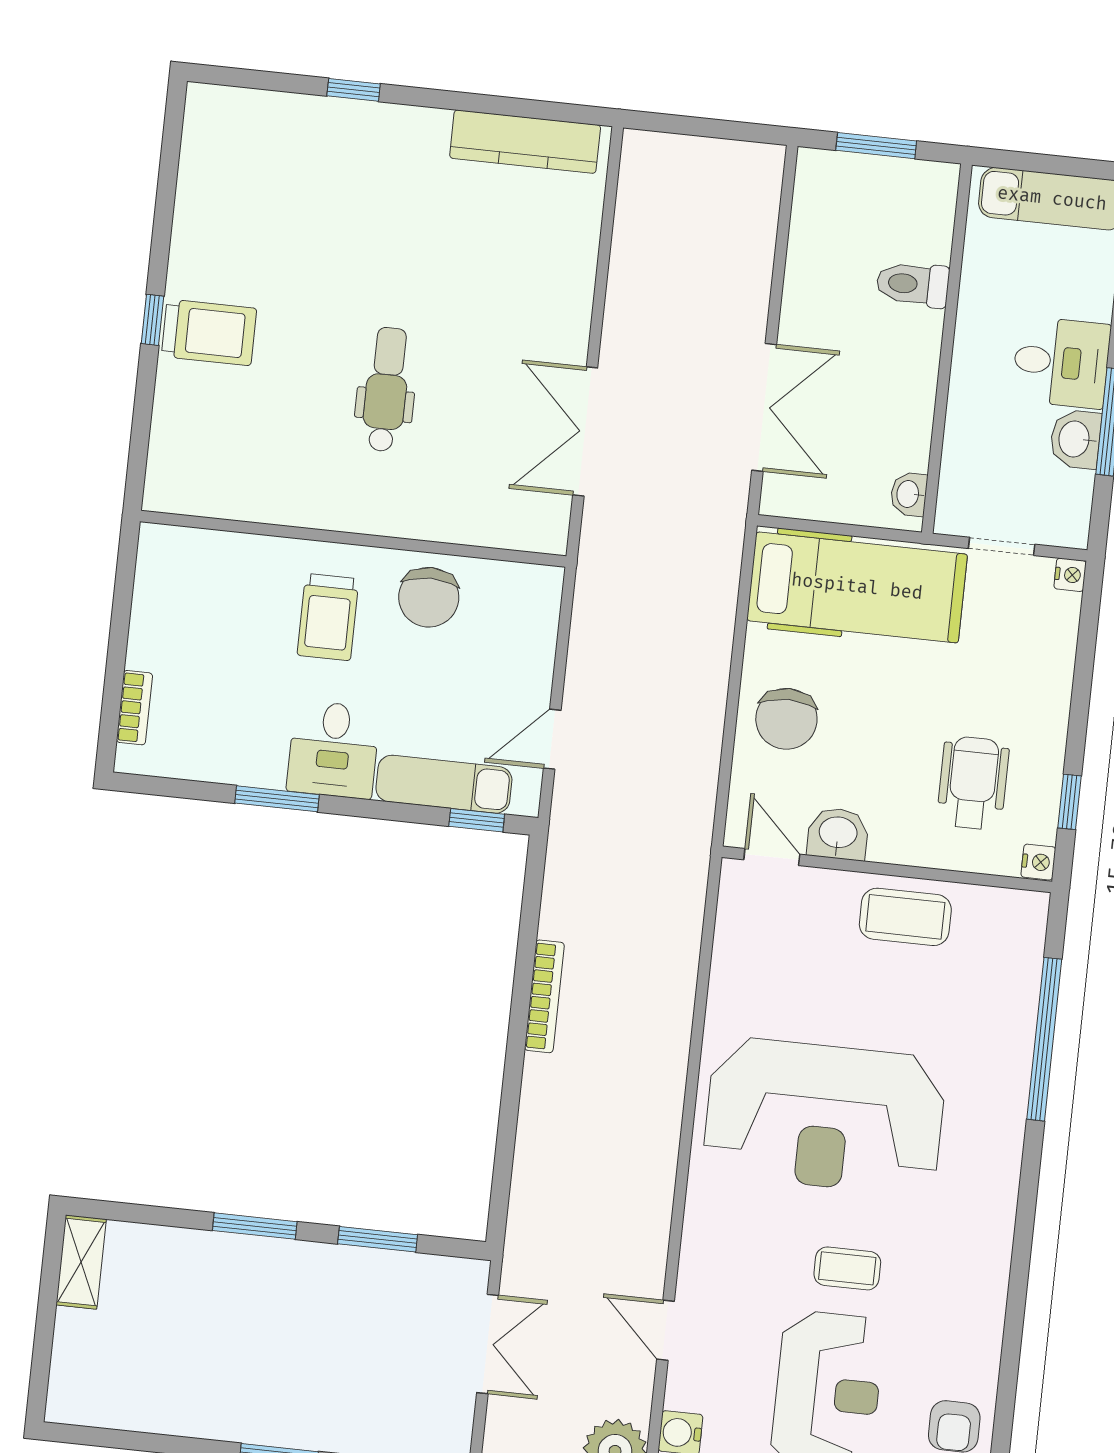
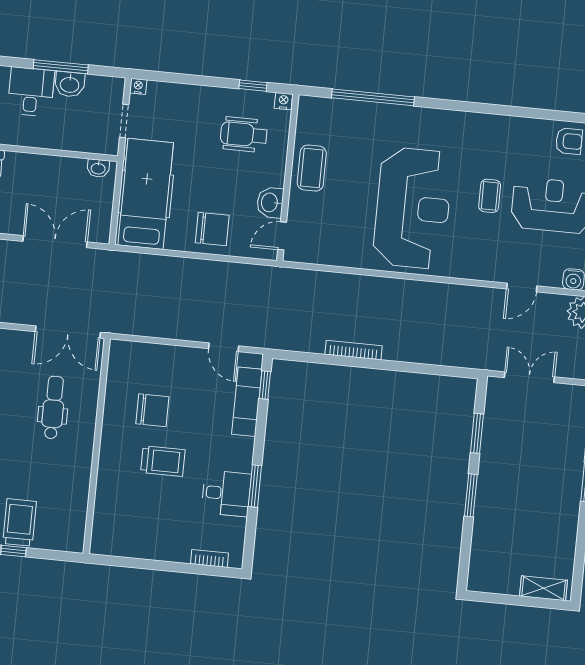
dental chair: (386, 389) -> (53, 408), moved, turned 90
wall: (353, 539) -> (97, 446), moved
desk: (333, 750) -> (226, 493), moved
shelving: (81, 1262) -> (544, 588), moved

